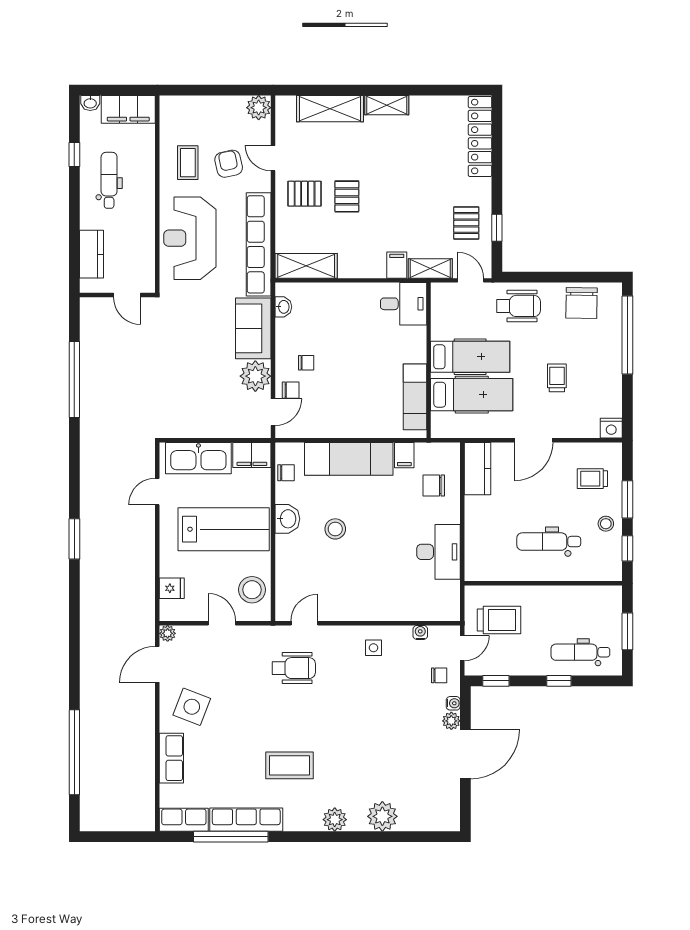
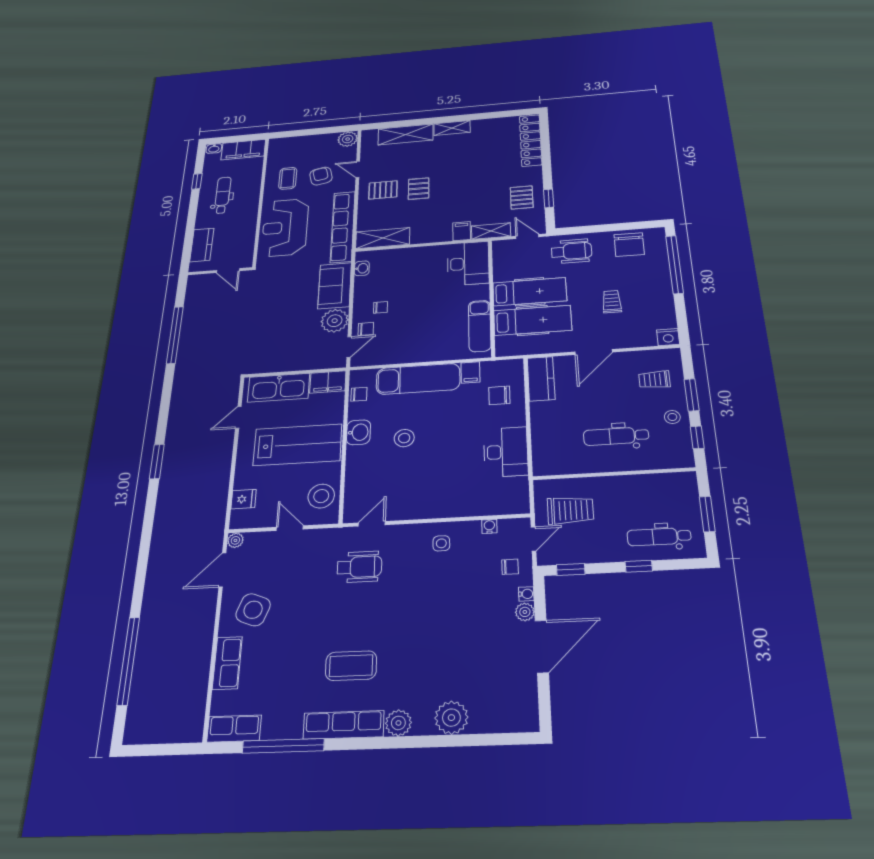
desk: (404, 304) -> (468, 263), width x1.37
row of seats: (246, 820) -> (343, 725), moved

